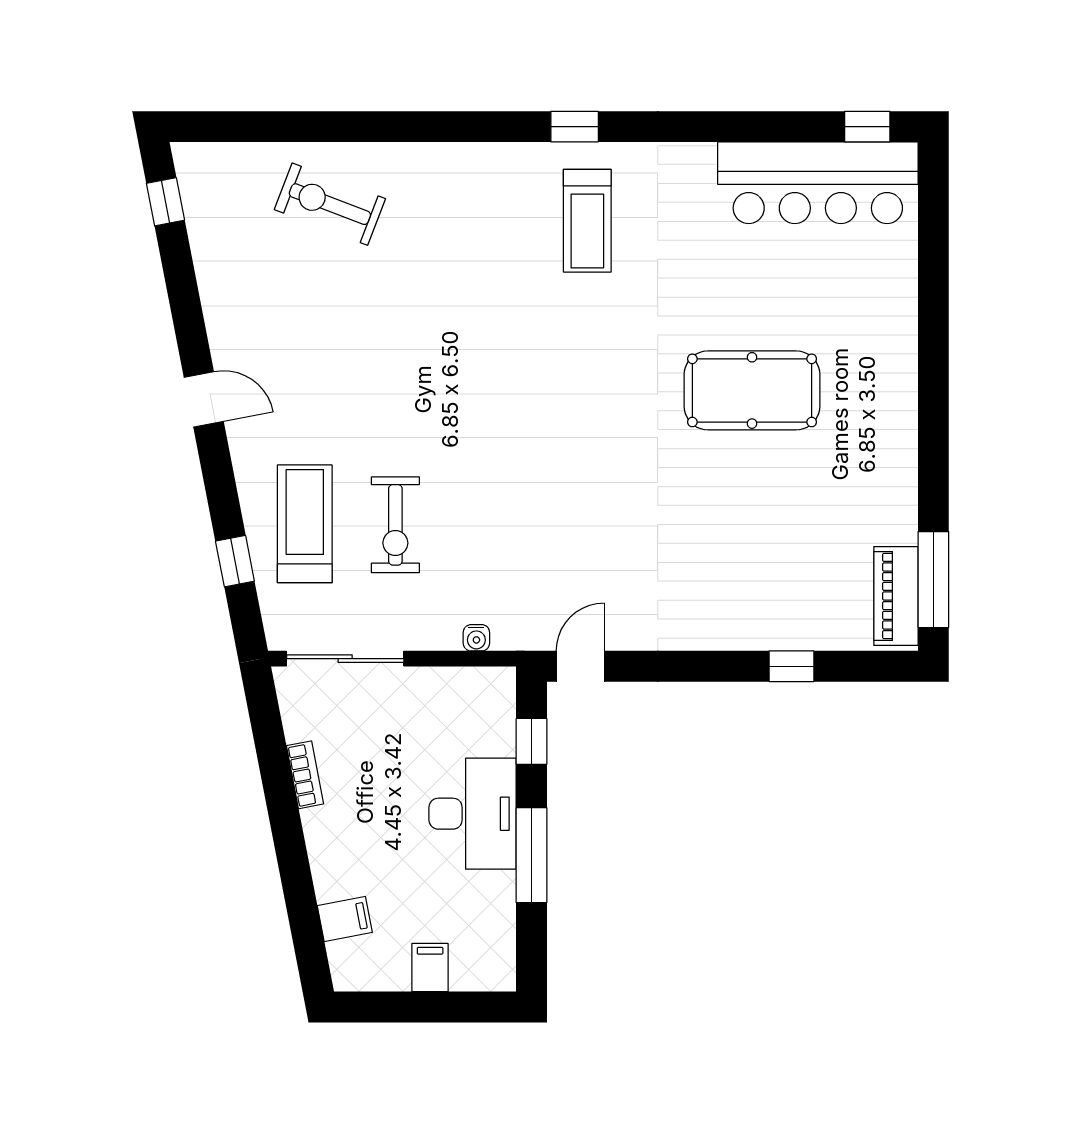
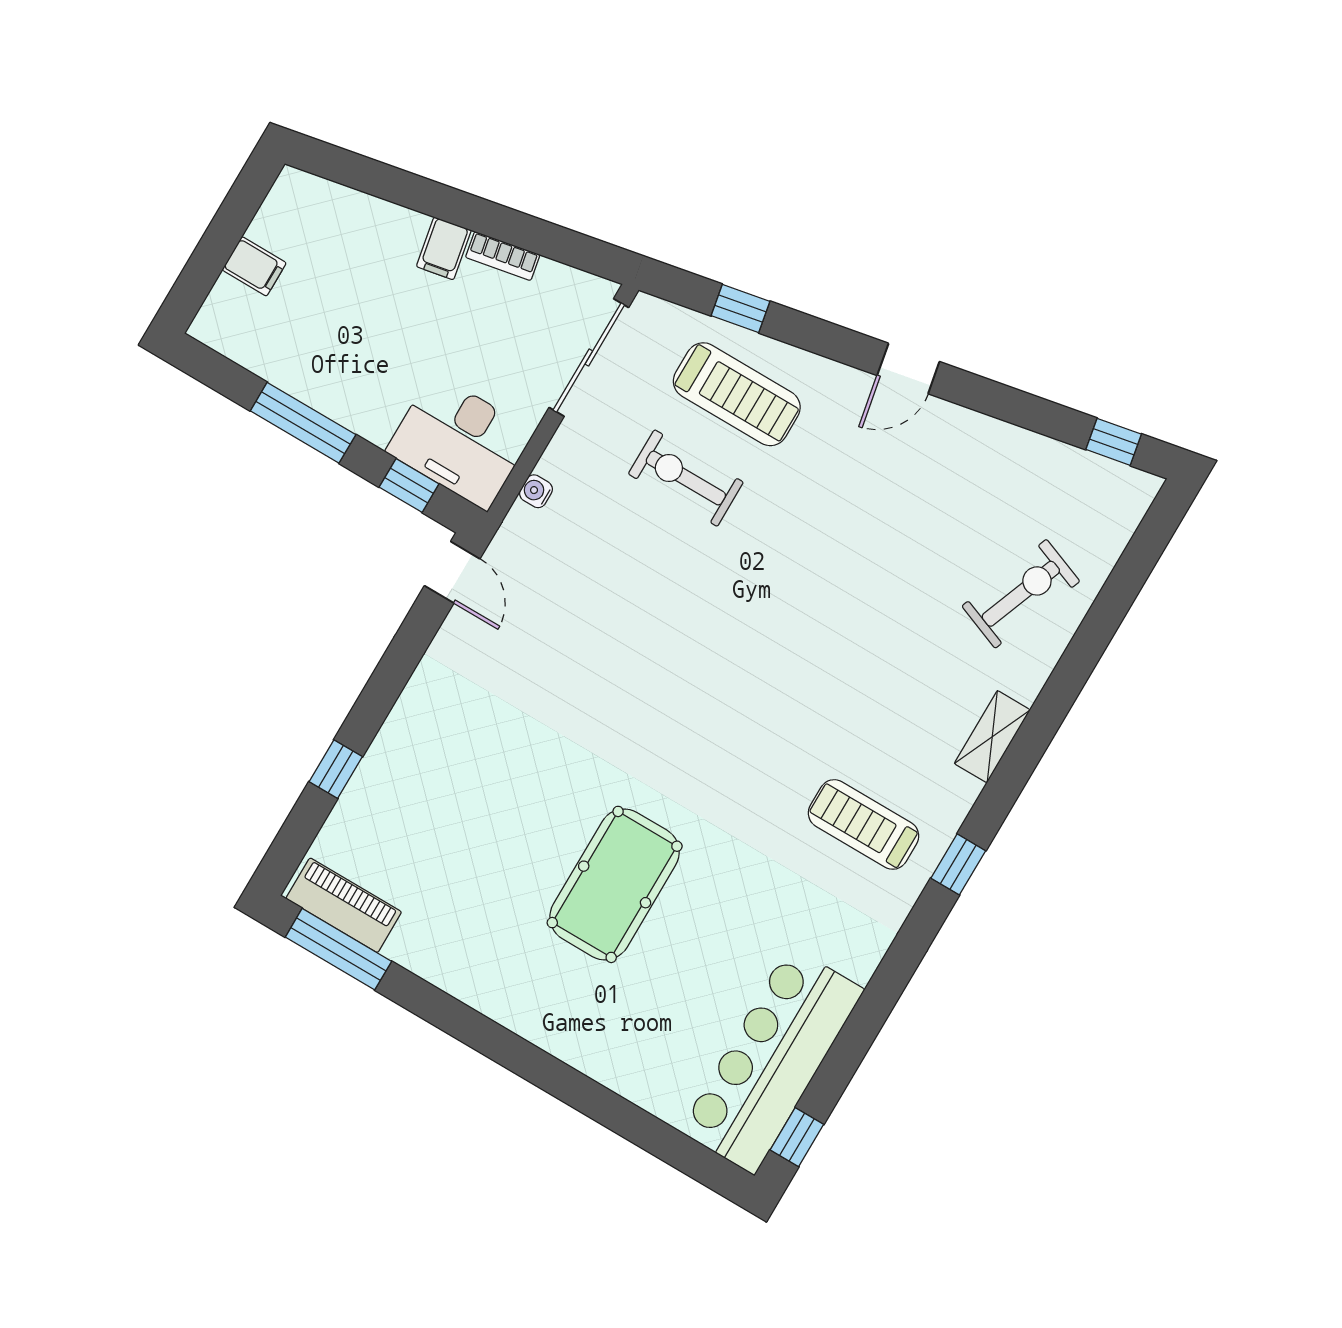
shelving: (457, 160) -> (992, 737), added
desk: (473, 814) -> (460, 441), moved
filing cabinet: (345, 919) -> (444, 248), moved

